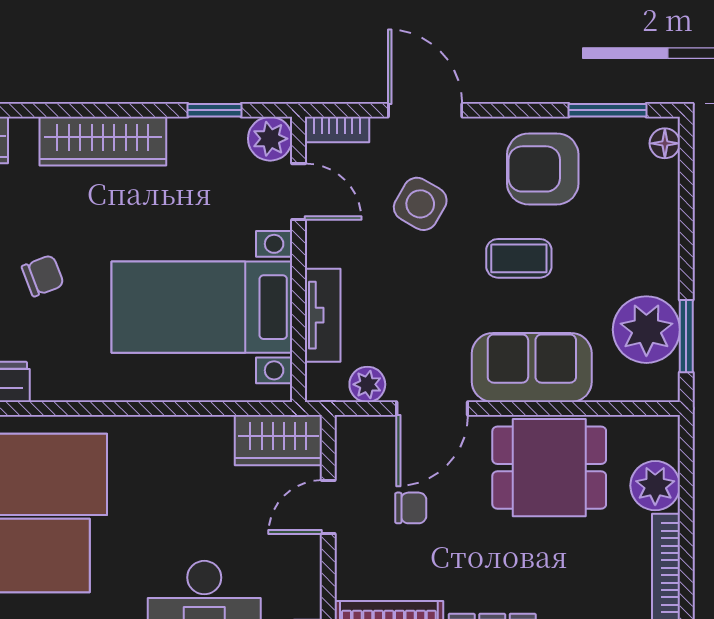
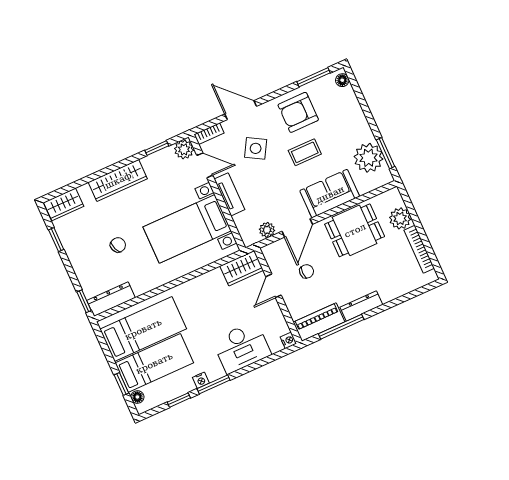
tv unit: (323, 315) -> (229, 194), moved

